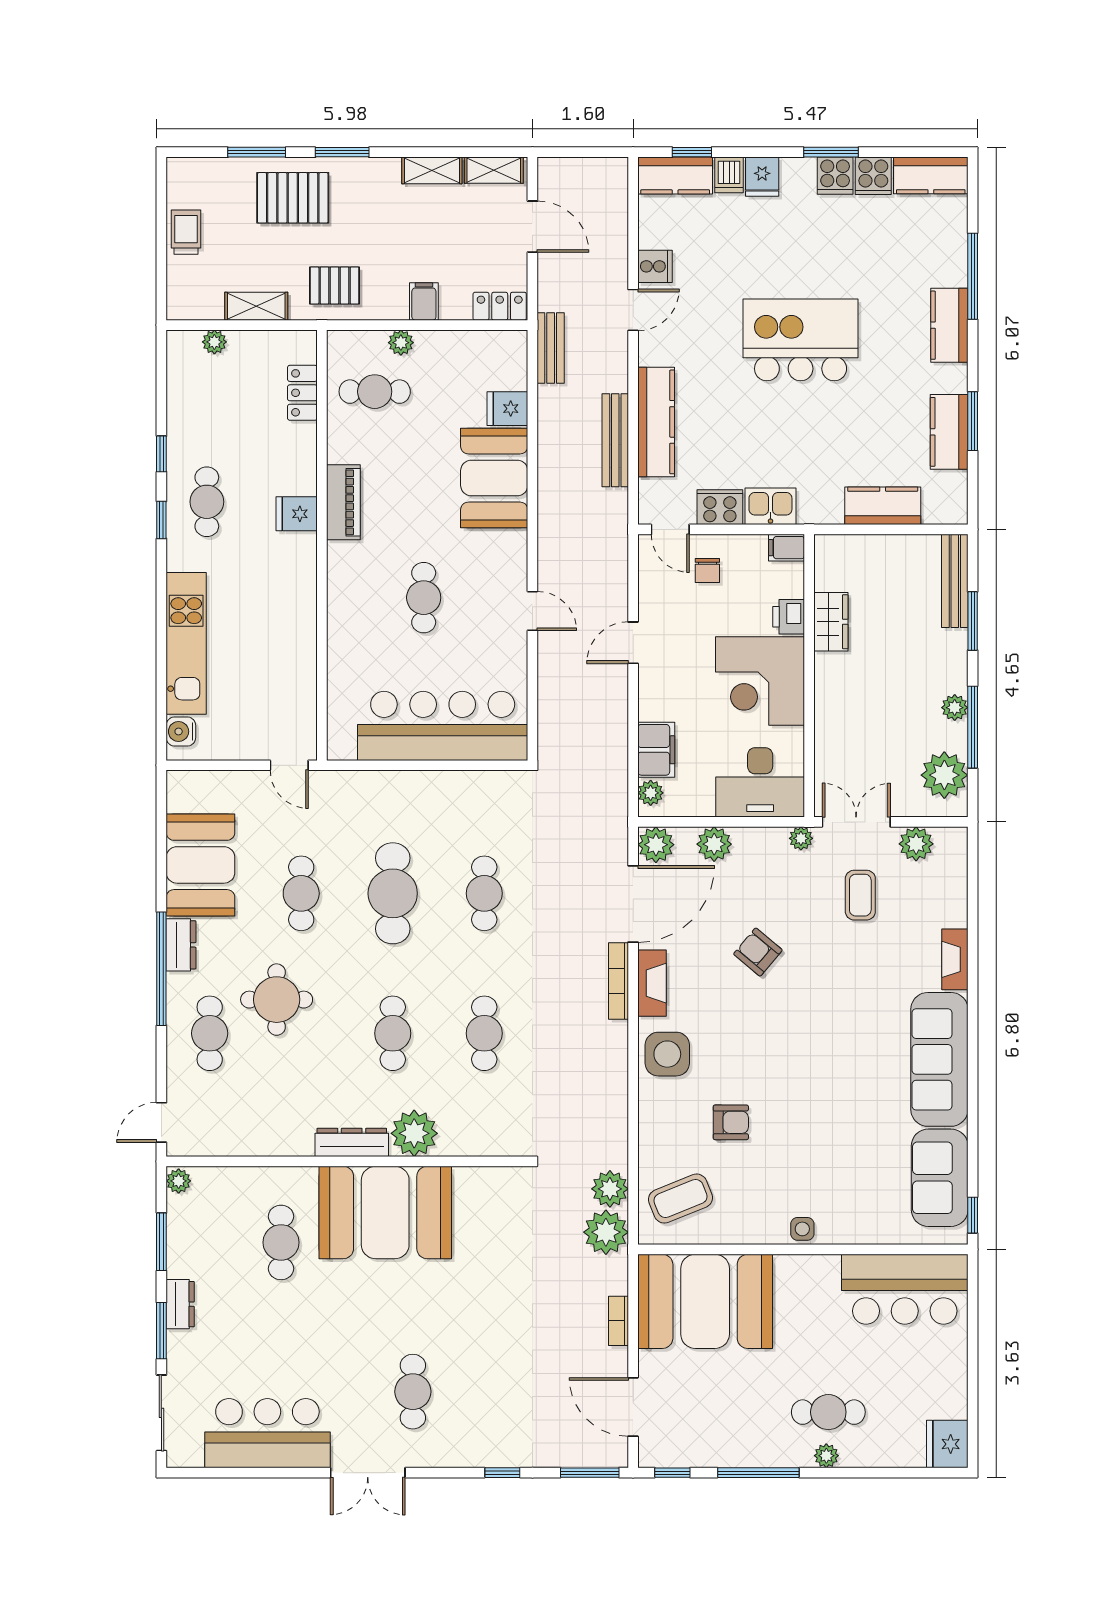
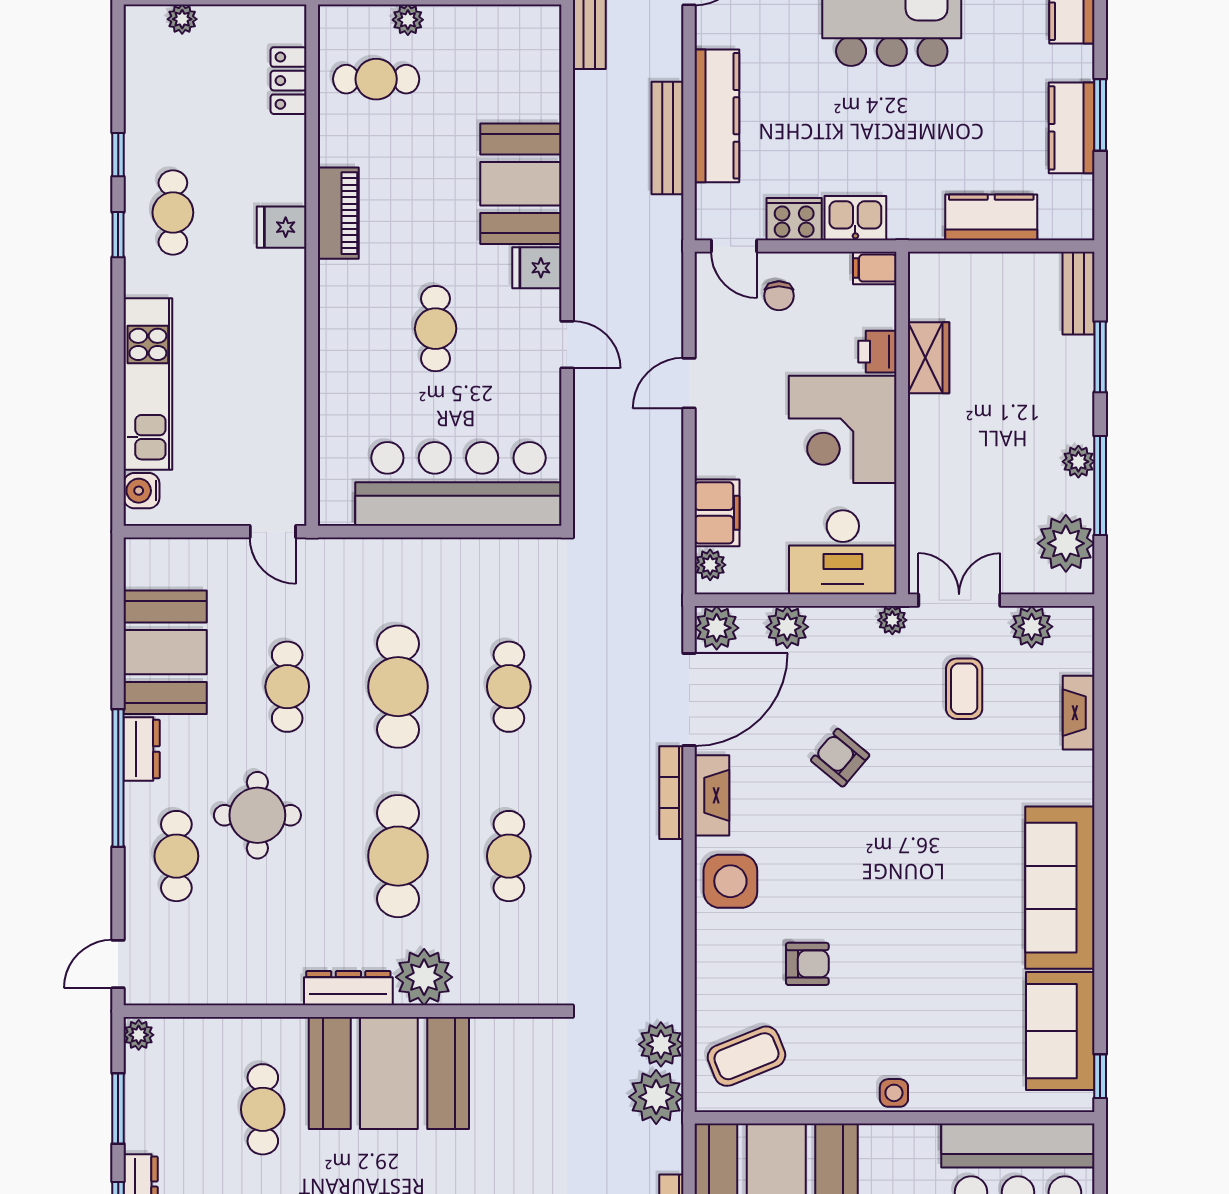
fridge: (507, 409) -> (537, 268), moved
bench: (955, 581) -> (1079, 293), width x0.73
fireplace: (955, 959) -> (1079, 713), moved
cafe table: (393, 1033) -> (398, 856), width x1.37, depth x1.35

